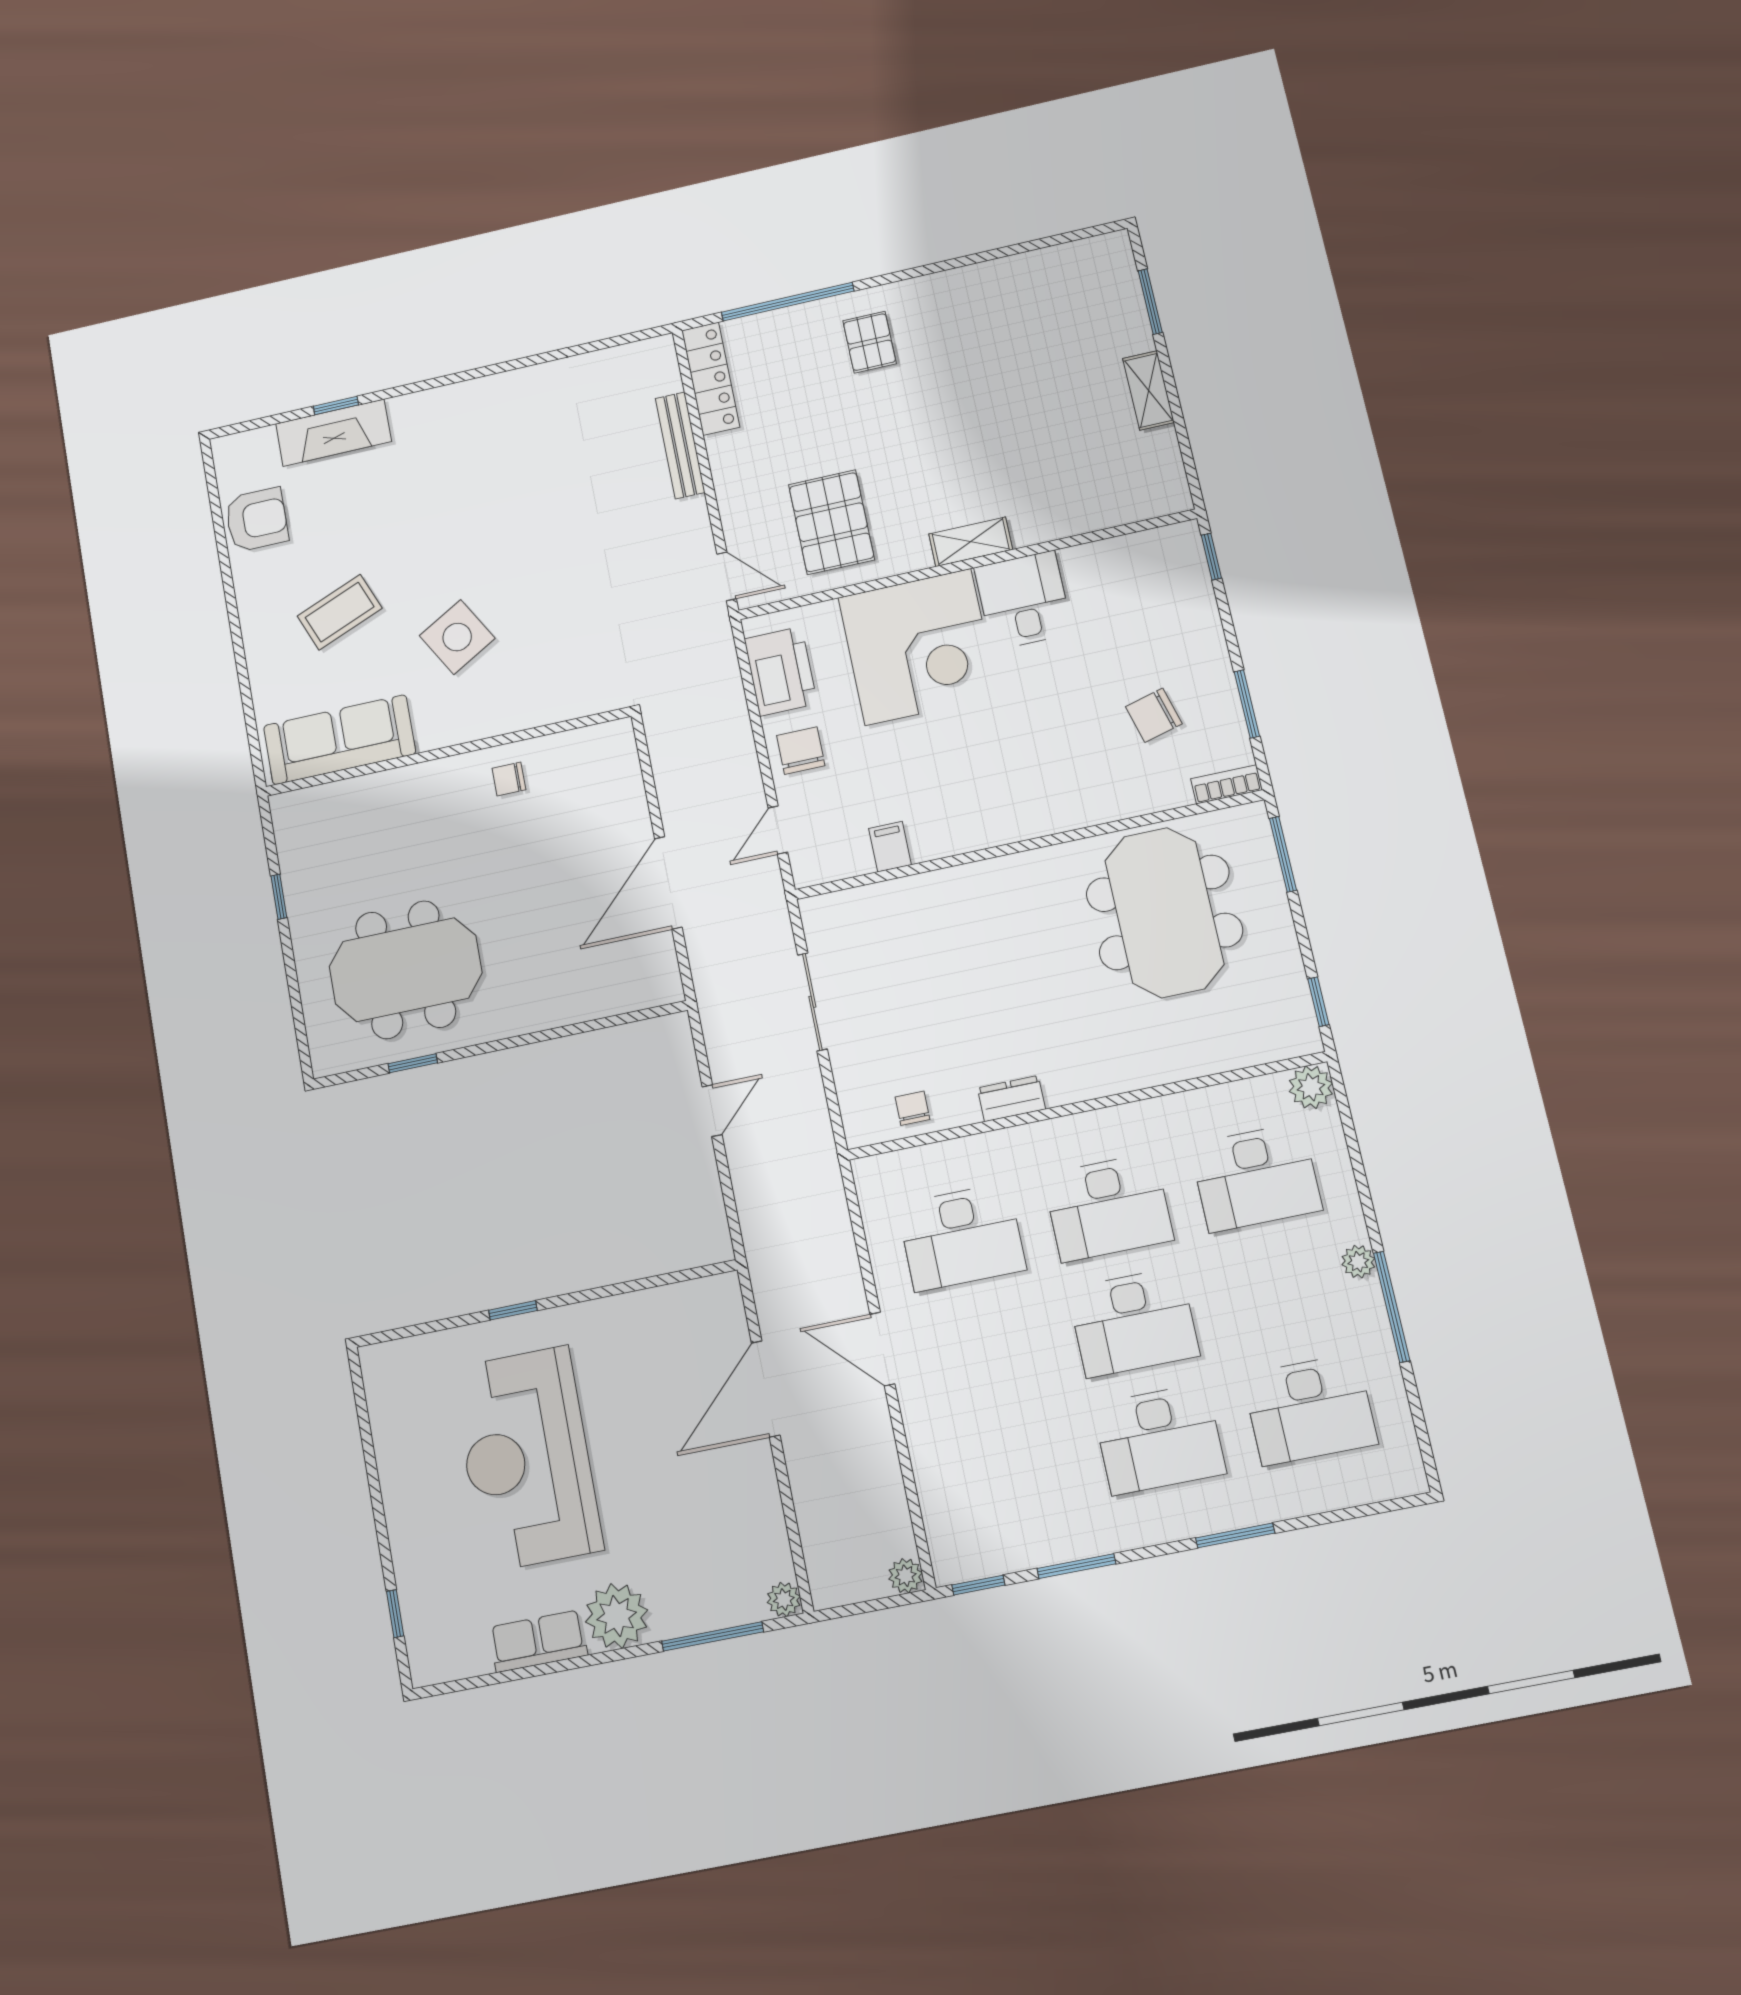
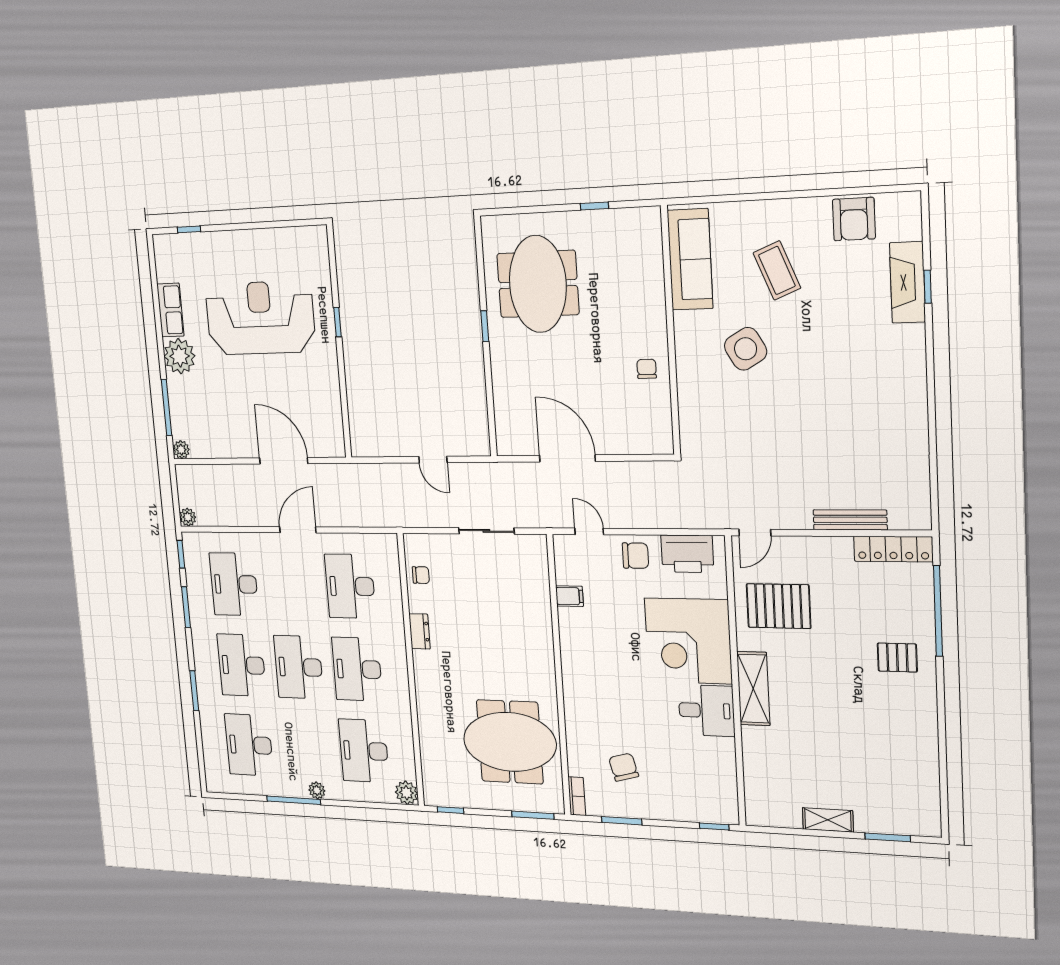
shelving: (971, 542) -> (753, 689), width x1.50, depth x1.33
window: (413, 1063) -> (485, 326), moved
desk: (1010, 1468) -> (234, 584), added

